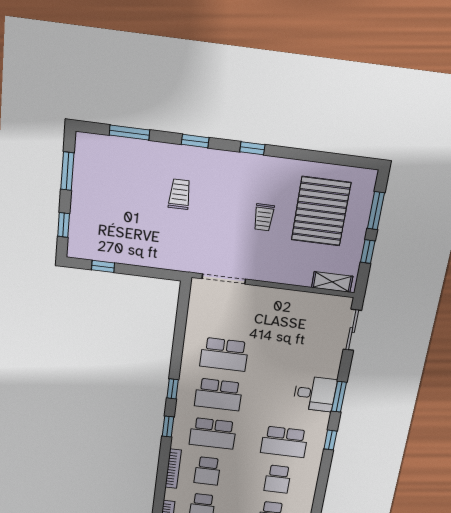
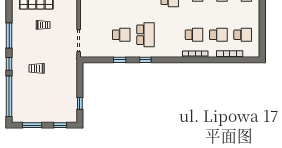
window: (129, 133) -> (9, 96), width x2.11
window: (252, 148) -> (9, 36), width x2.17
school desk: (224, 354) -> (121, 35), width x0.54
window: (168, 427) -> (120, 60), moved
school desk: (213, 433) -> (170, 35), removed

